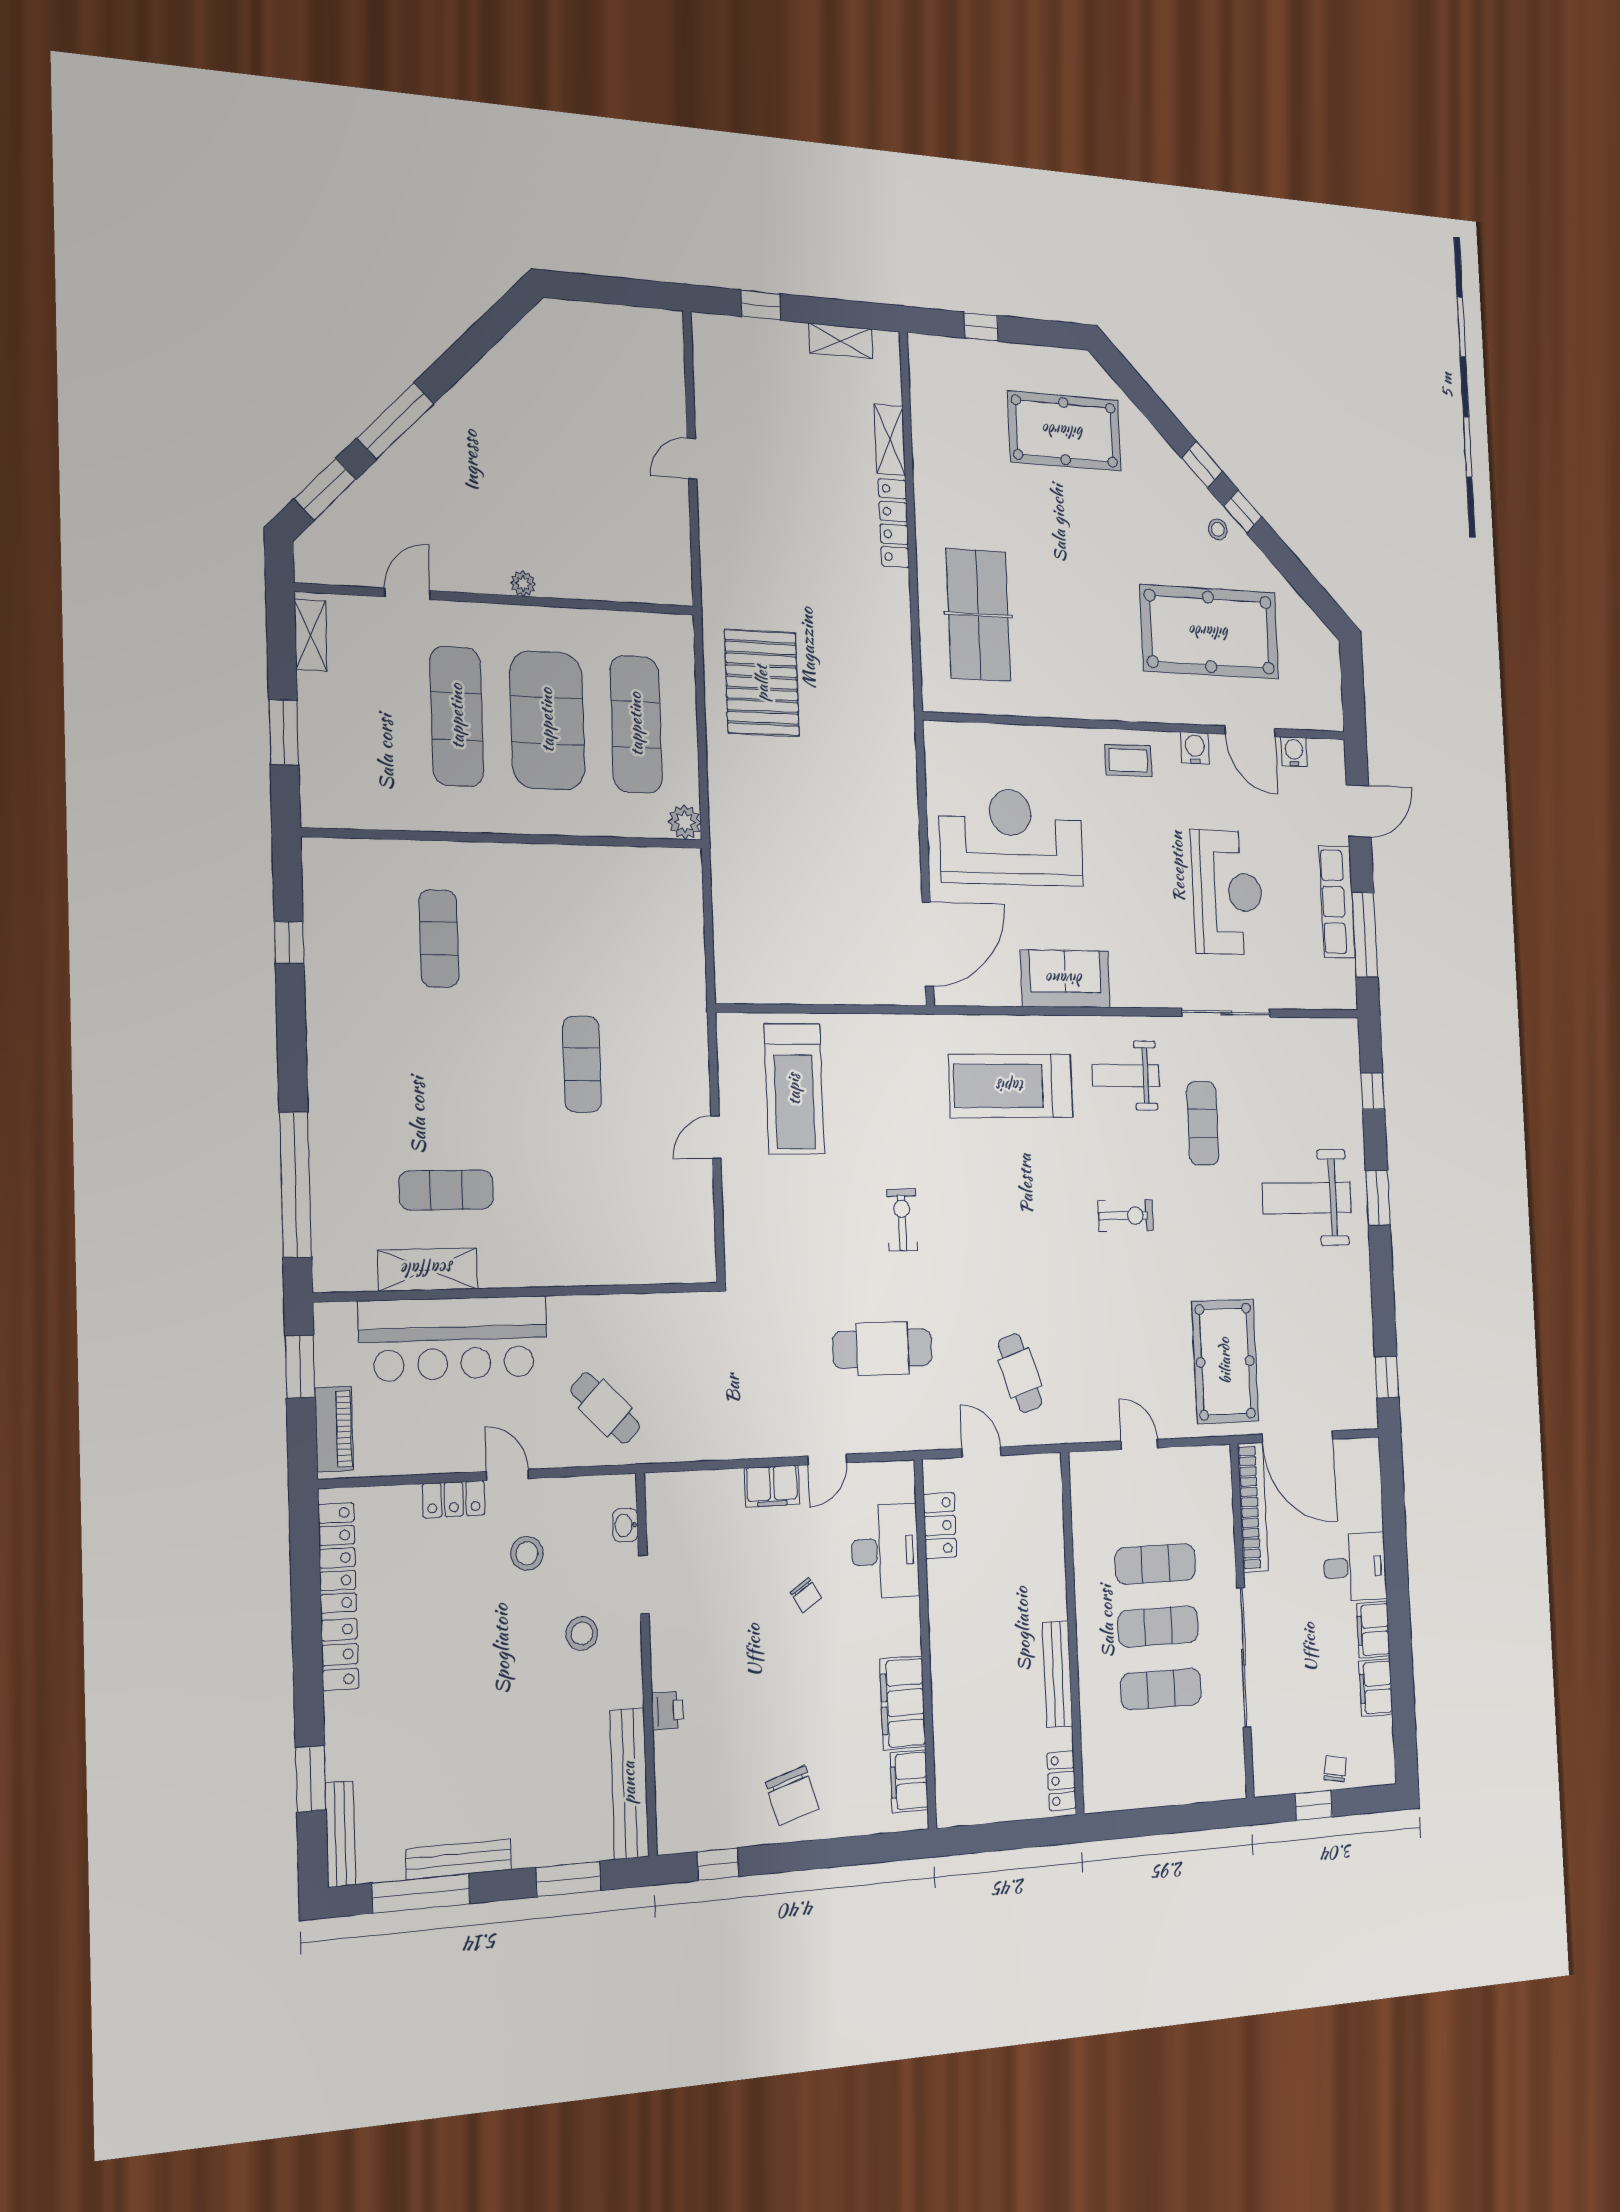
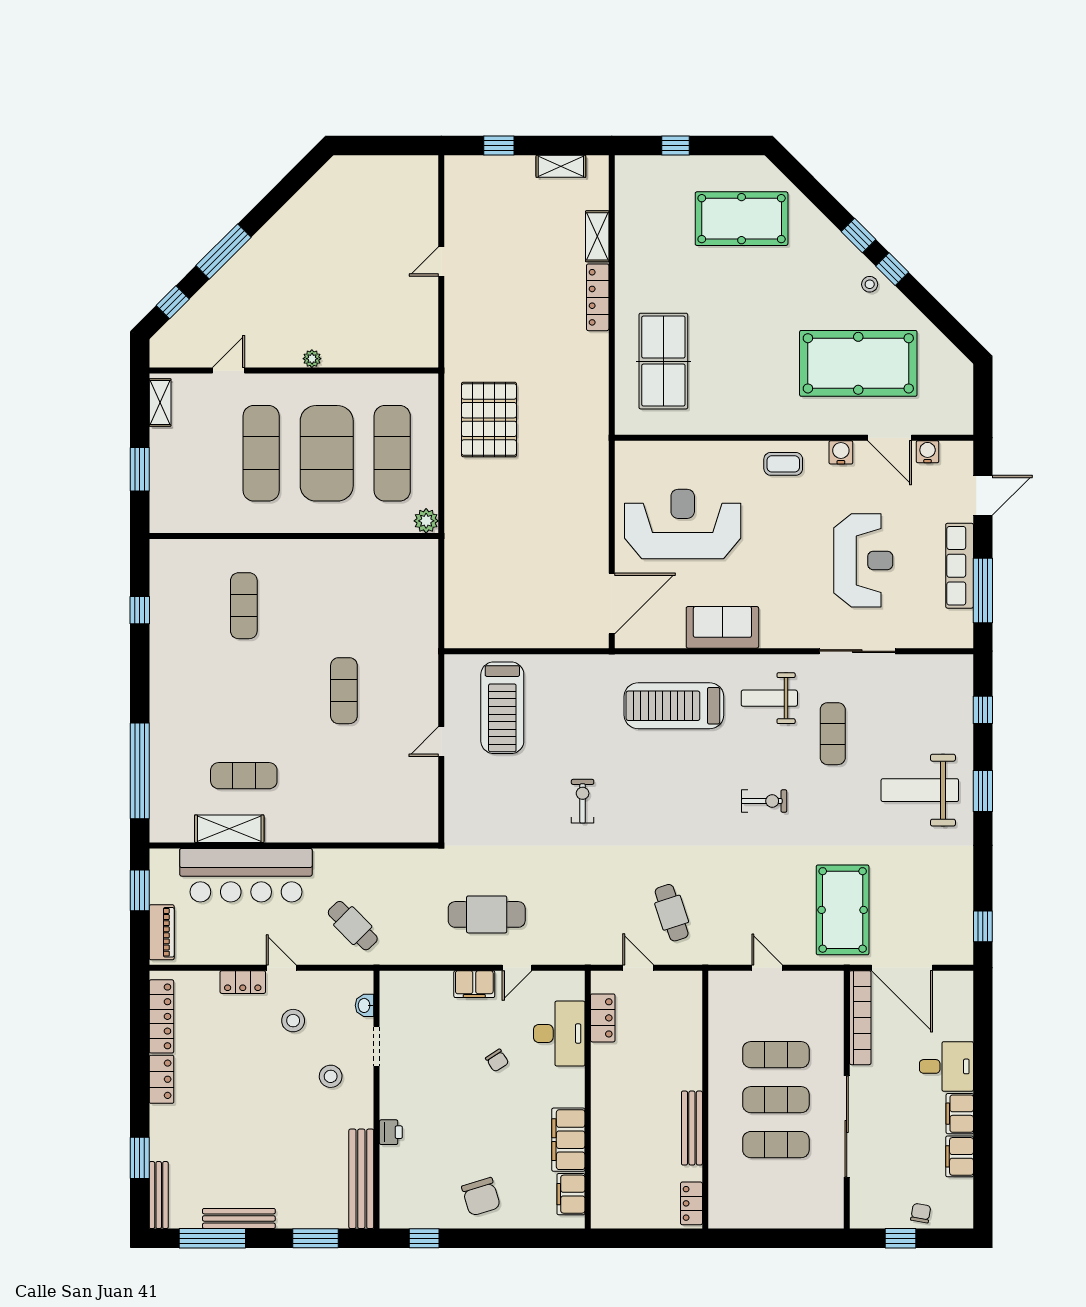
window: (325, 489) -> (173, 302), width x0.67
cafe table: (883, 1349) -> (487, 914), moved

